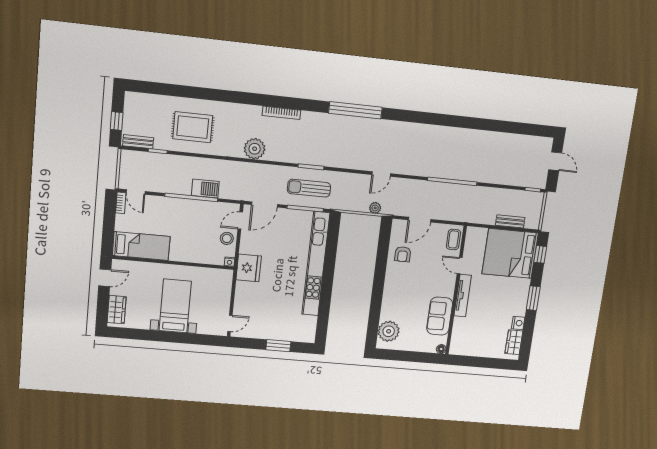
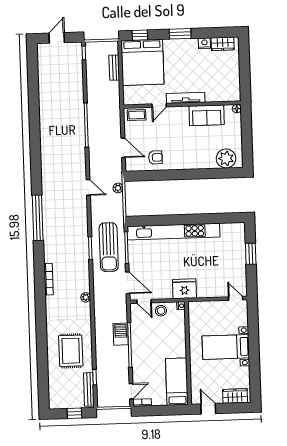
bench: (138, 142) -> (89, 389), width x1.36
plant: (255, 149) -> (86, 297), width x0.53, depth x0.53
sun lounger: (309, 188) -> (109, 247), width x1.36, depth x1.34

